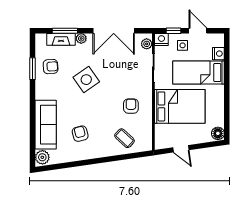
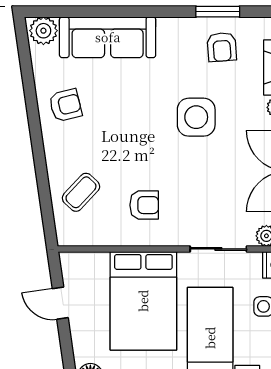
side table: (86, 80) -> (196, 117), turned 35
armchair: (80, 134) -> (65, 105), moved
door: (181, 149) -> (60, 303), hinge flipped

